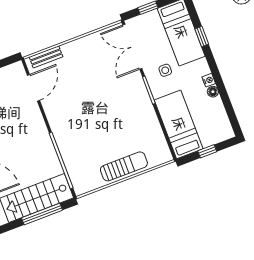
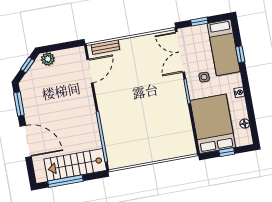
floor lamp: (213, 92) -> (245, 124), moved
bed: (179, 124) -> (213, 124), width x1.50
sun lounger: (124, 166) -> (154, 152), removed
window: (42, 214) -> (65, 181), moved

